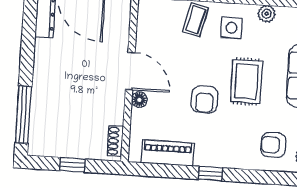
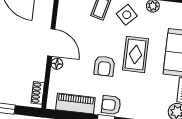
side table: (231, 28) -> (127, 15), turned 45
armchair: (273, 145) -> (111, 105), moved

